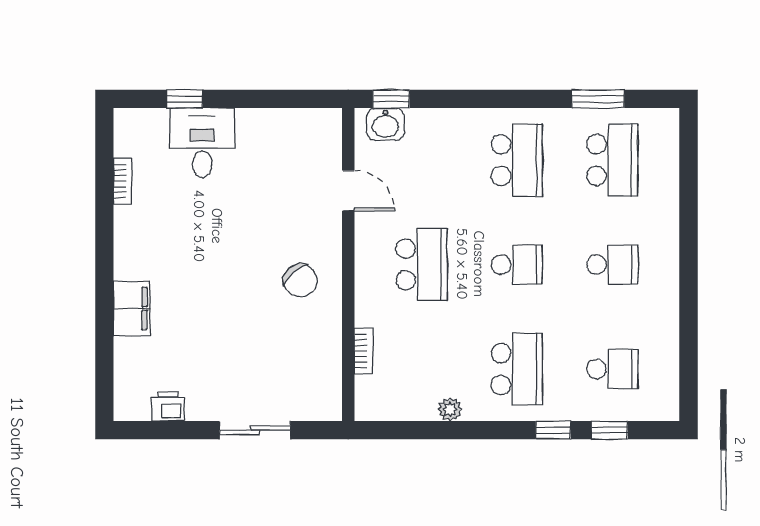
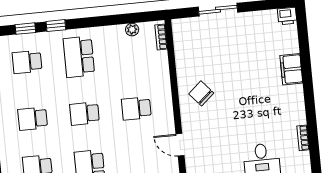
school desk: (421, 265) -> (136, 108), width x0.54
bookcase: (364, 351) -> (161, 37), moved
printer: (168, 406) -> (287, 16), moved
plant: (450, 409) -> (132, 30), moved

